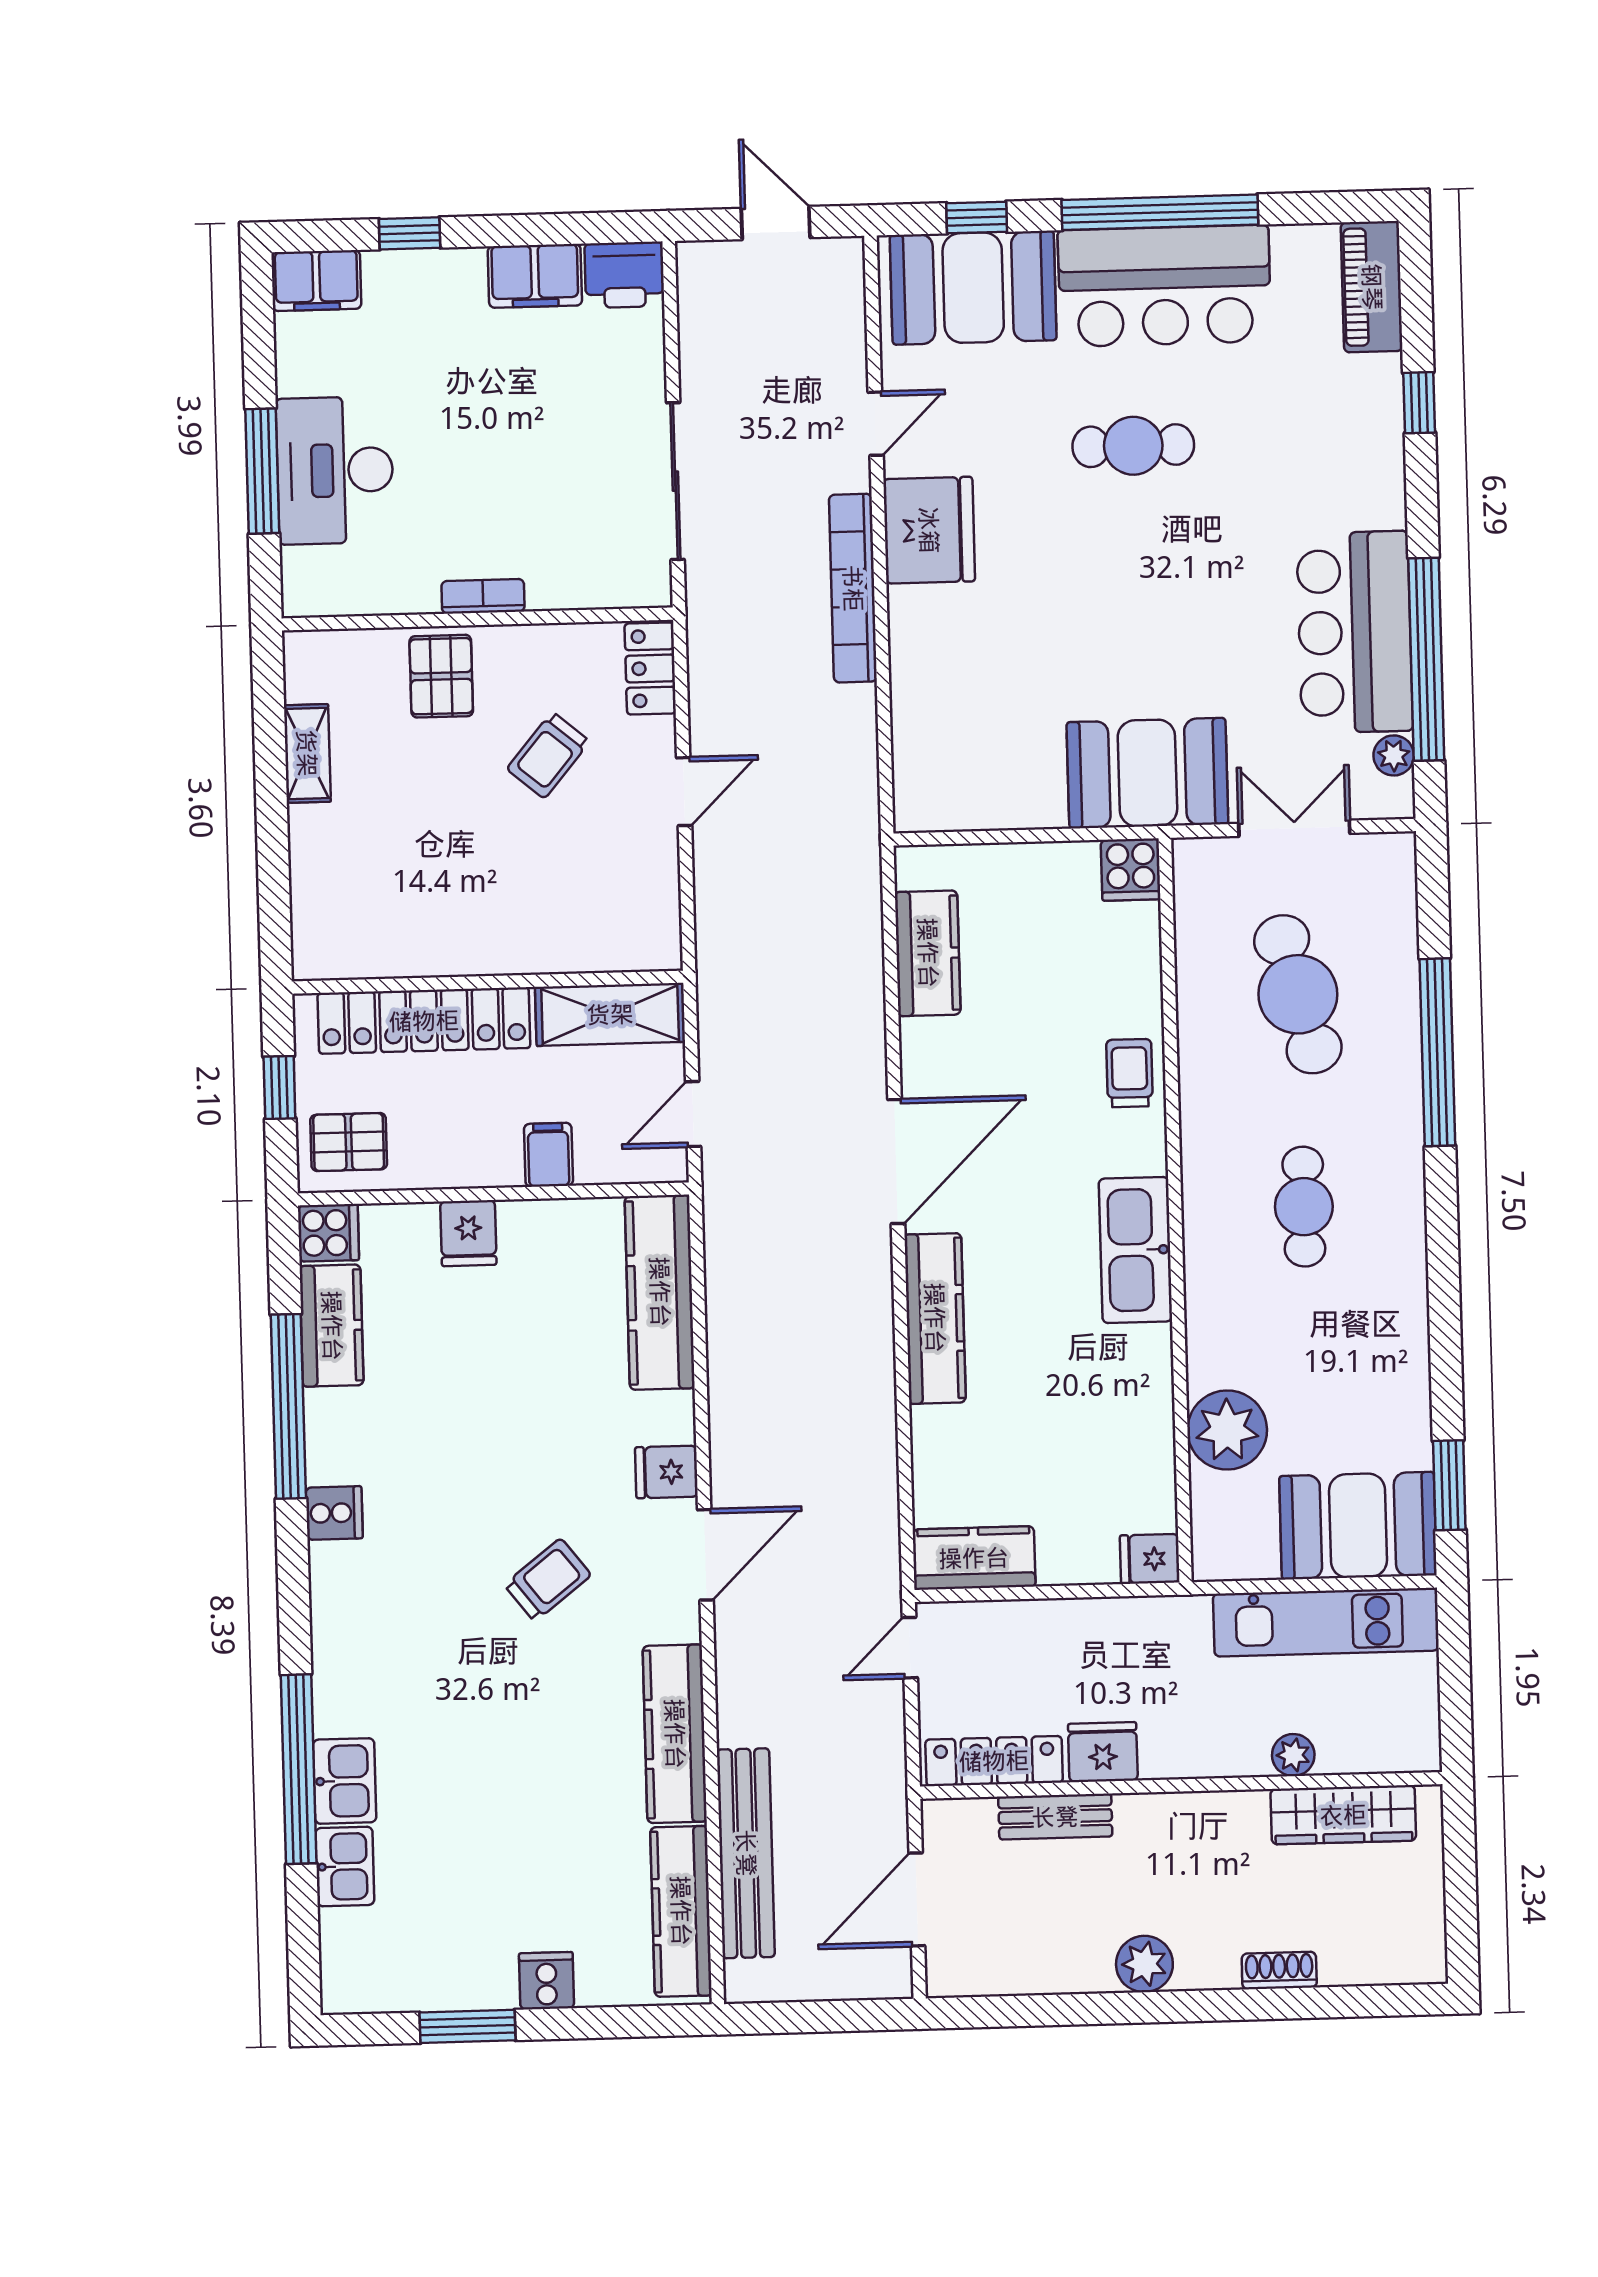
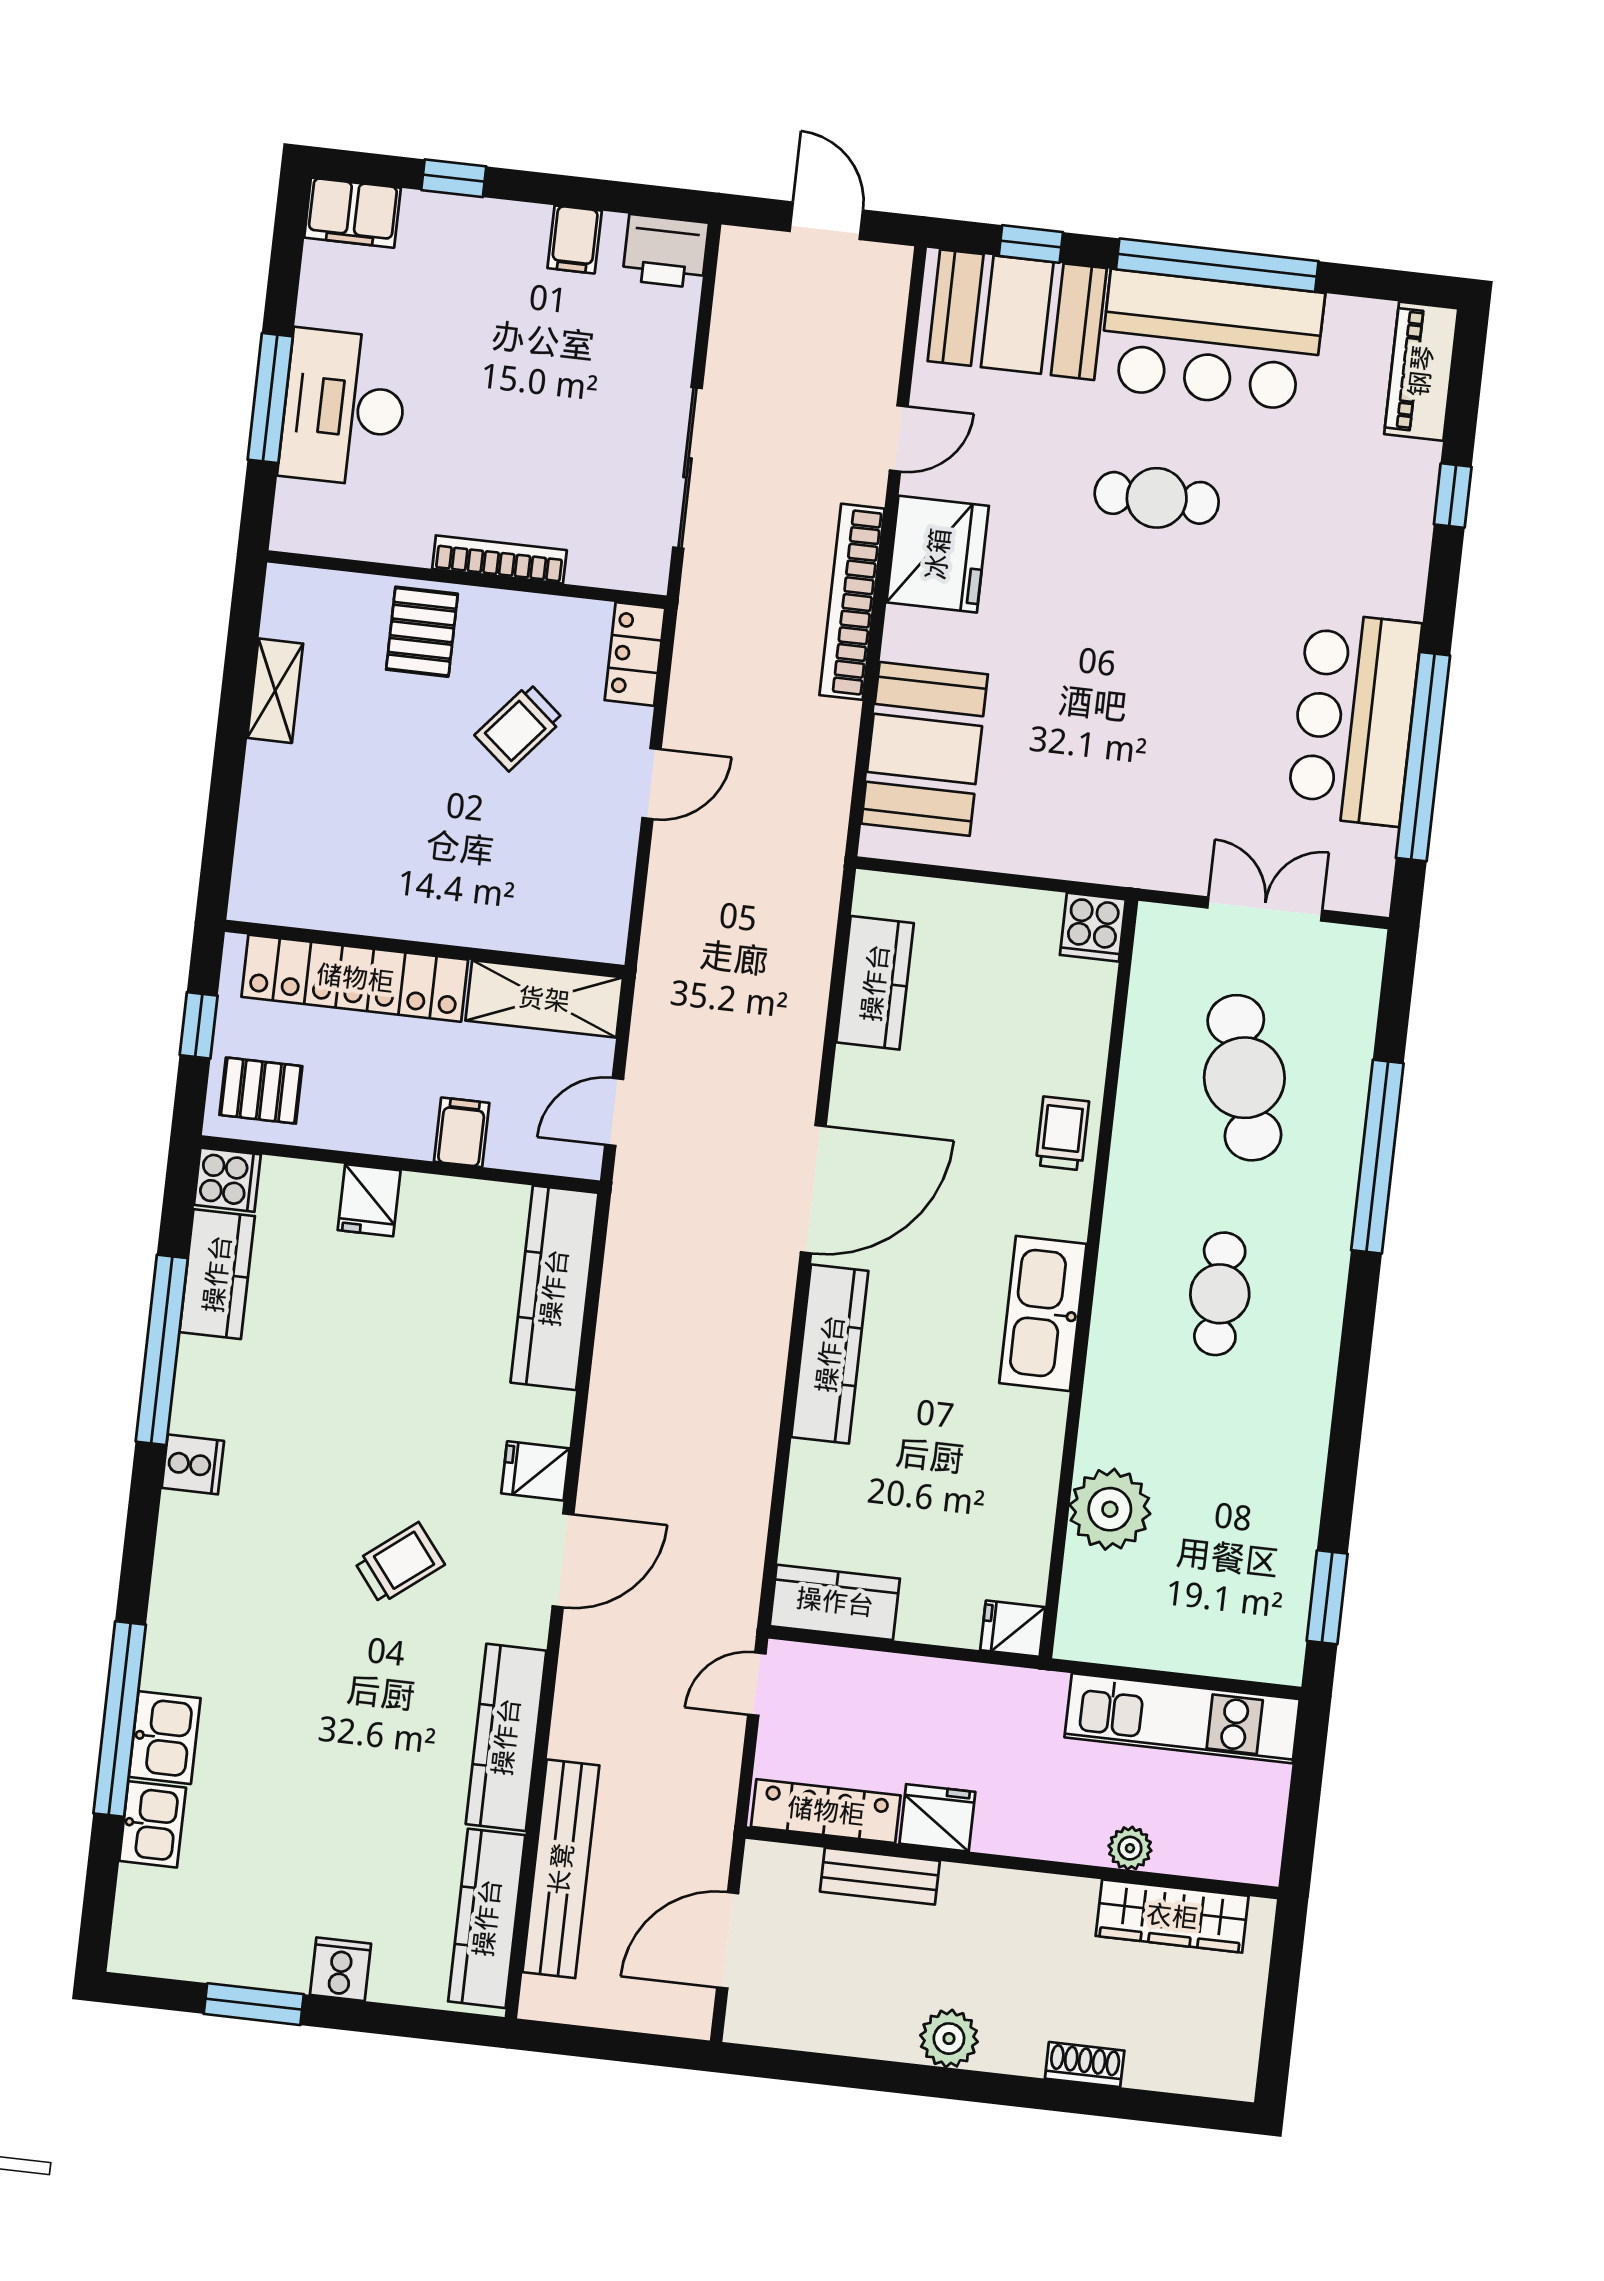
filing cabinet: (535, 276) -> (575, 239), width x0.50
bookcase: (483, 596) -> (499, 559), width x1.56
plant: (1394, 755) -> (1376, 849), removed
booth: (1147, 773) -> (925, 749), moved, turned 90
booth: (1358, 1526) -> (1229, 1625), removed

